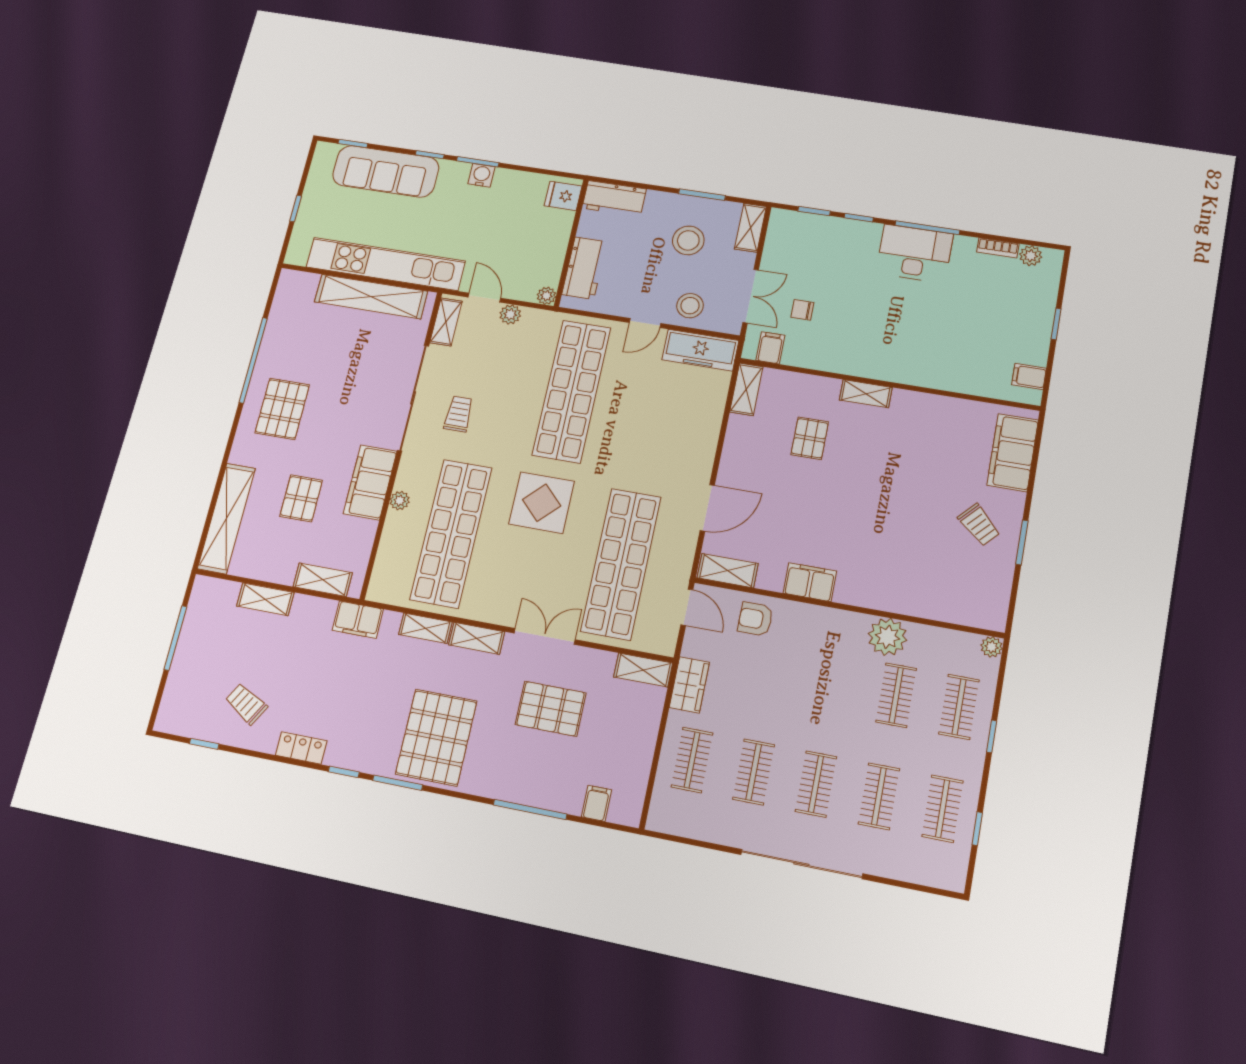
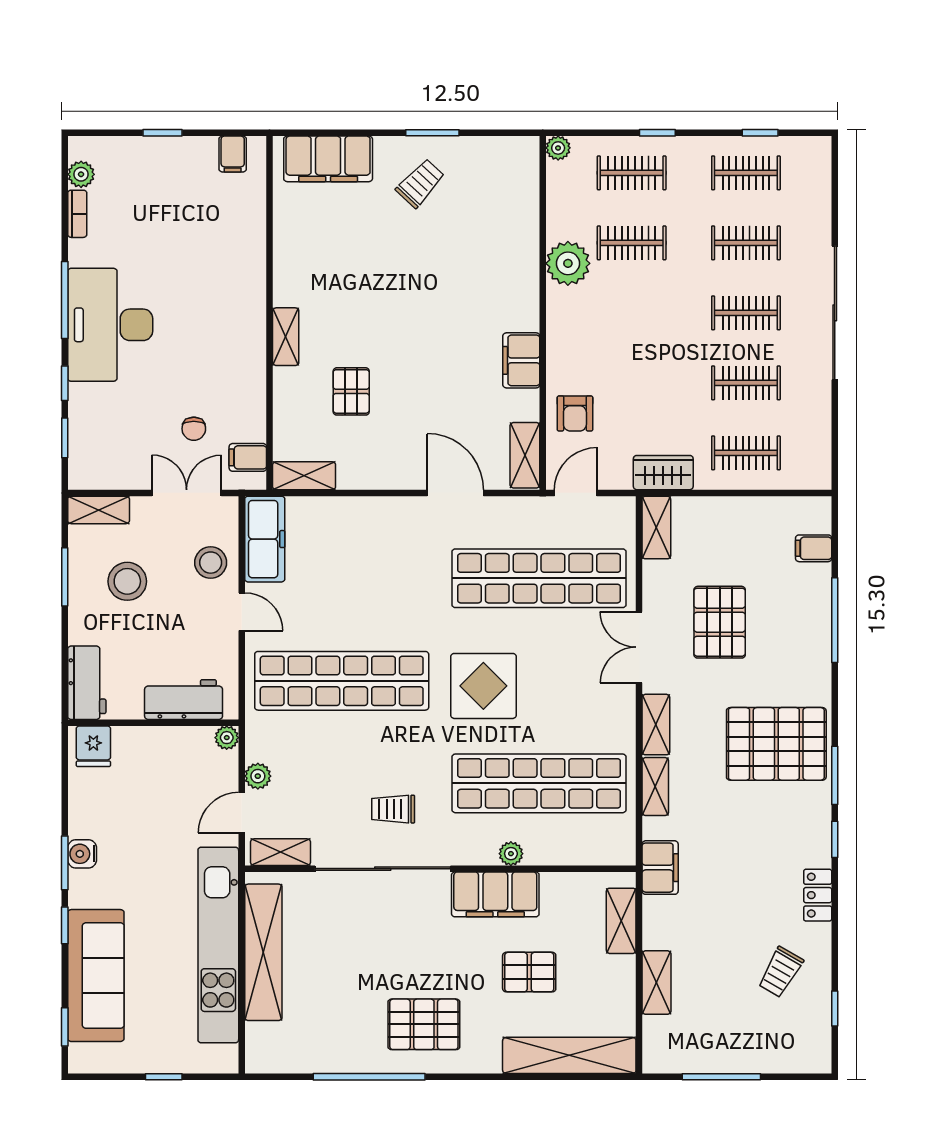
desk: (915, 254) -> (110, 325), width x1.36, depth x1.30
pallet: (810, 438) -> (351, 391), turned 90

